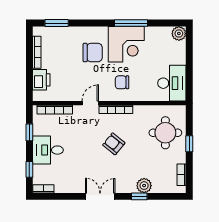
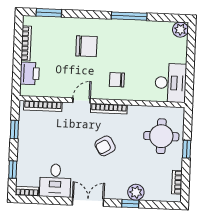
corner desk: (126, 44) -> (123, 39), removed
armchair: (114, 144) -> (105, 146), turned -70
desk: (48, 150) -> (55, 180), moved, turned -90

